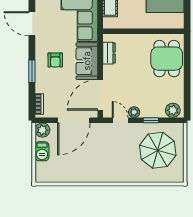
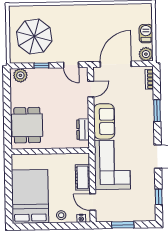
armchair: (55, 60) -> (135, 122), removed
door: (100, 95) -> (91, 89), width x0.53
plant: (134, 112) -> (58, 73), removed

